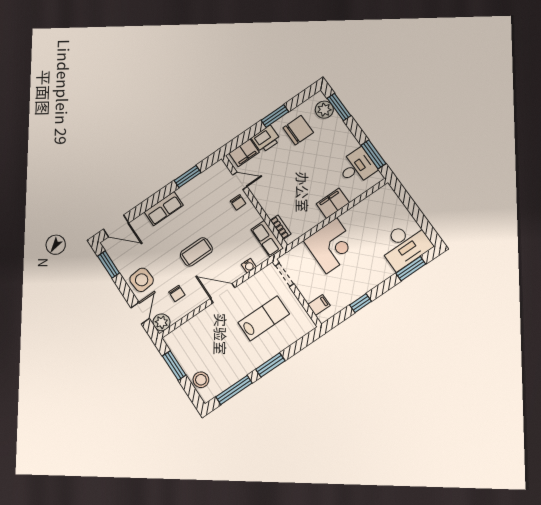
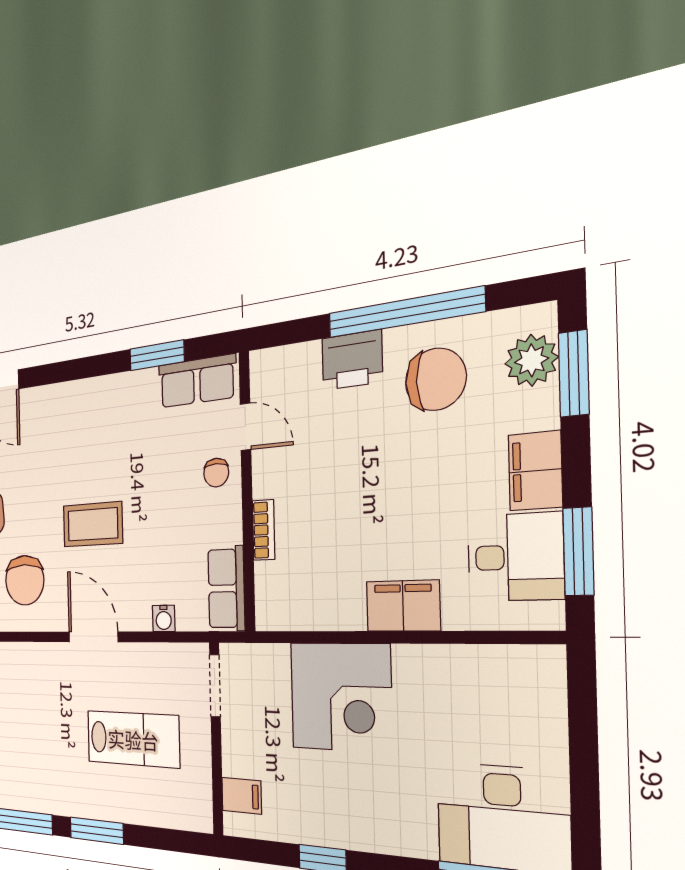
window: (275, 116) -> (404, 313), width x2.11
filing cabinet: (244, 153) -> (535, 471), moved, turned 90
row of seats: (164, 209) -> (197, 381), moved
bookcase: (281, 227) -> (264, 530), moved
chair: (177, 293) -> (25, 580), width x1.87, depth x1.87

